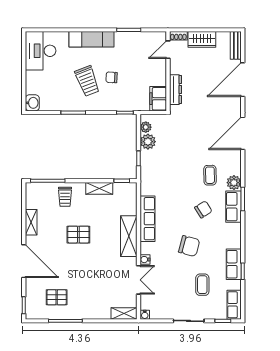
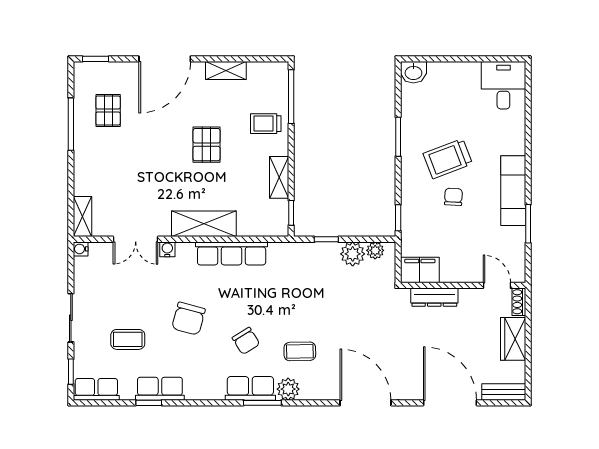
exam couch: (92, 39) -> (513, 191), moved
desk: (41, 51) -> (503, 85), width x0.73

